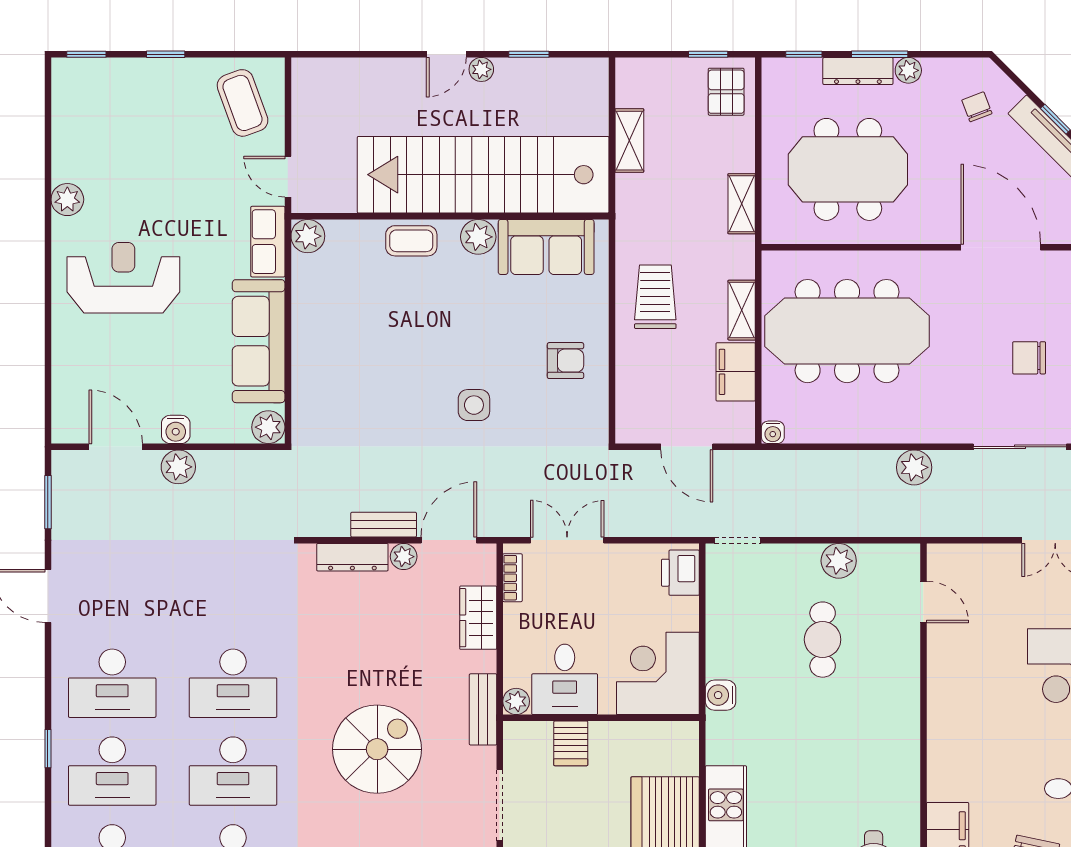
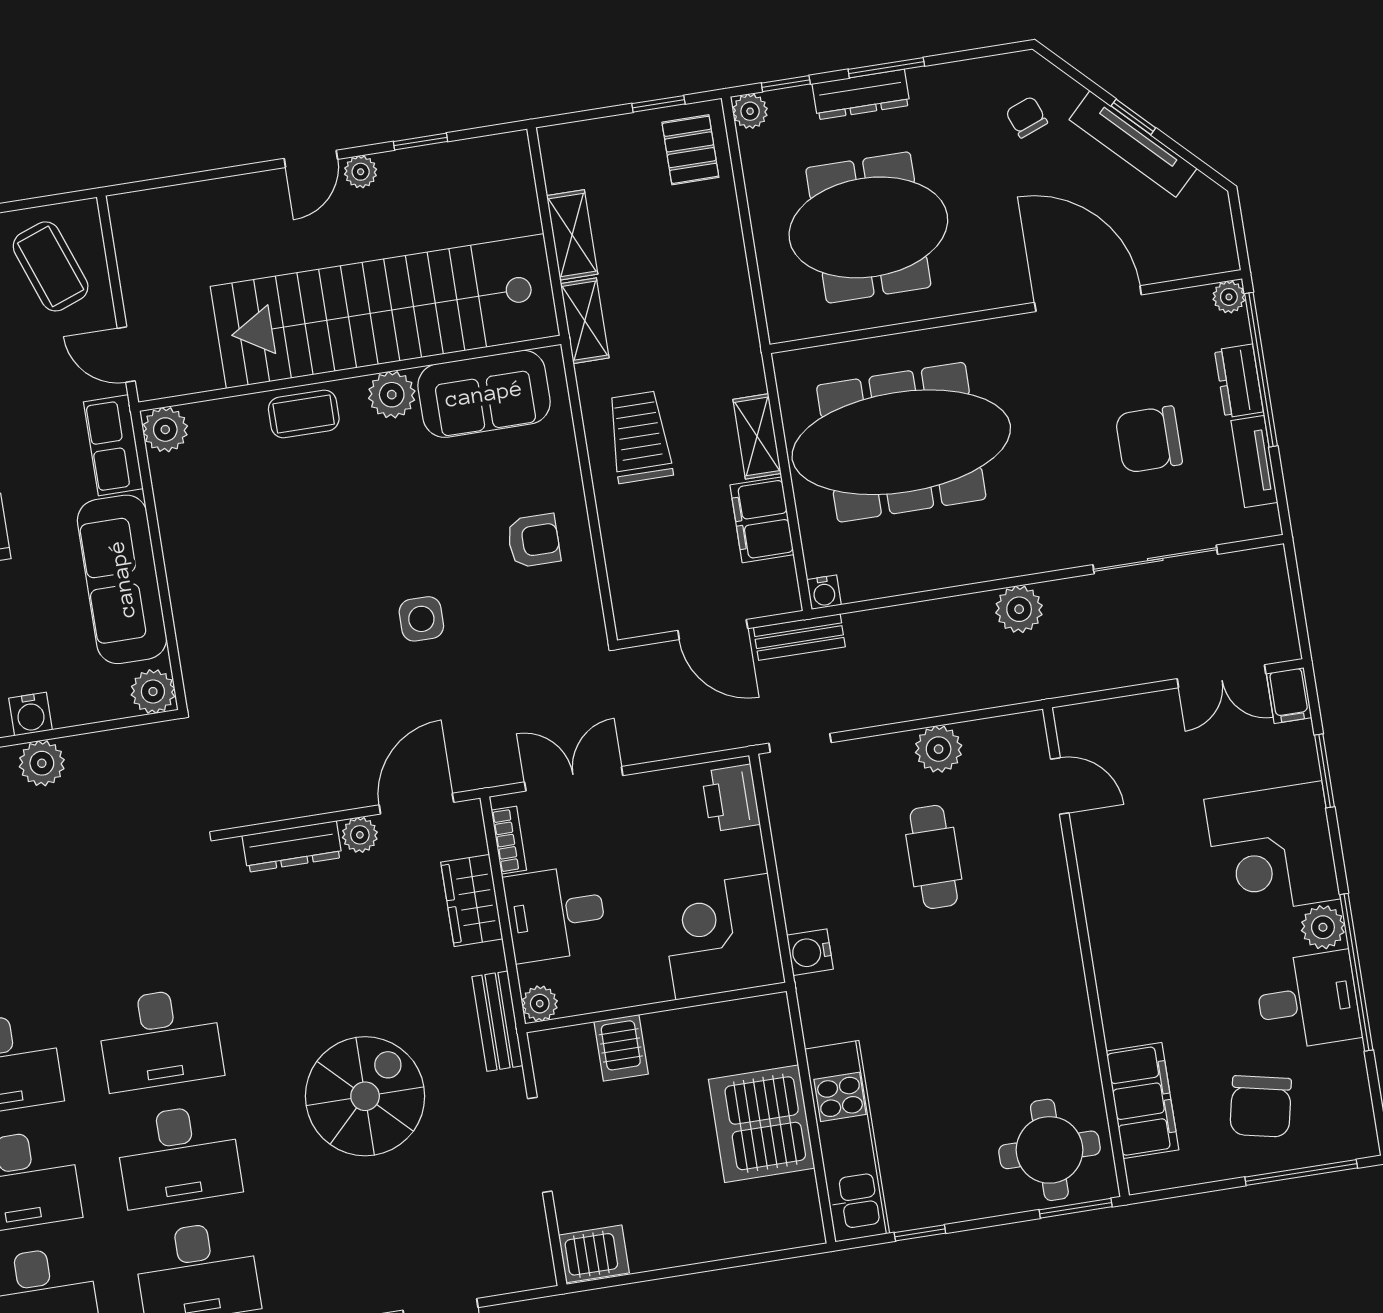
plant: (908, 70) -> (750, 111), moved
shelving: (742, 204) -> (585, 321), moved
chair: (1029, 358) -> (1149, 439), width x1.37, depth x1.37
bench: (384, 525) -> (799, 637), moved
desk: (565, 679) -> (556, 913), moved, turned 90

